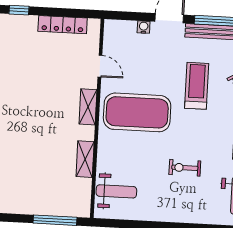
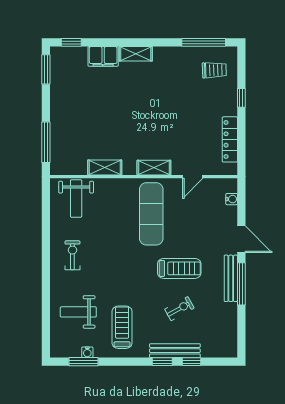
water cooler: (144, 27) -> (232, 199), moved
exercise mat: (137, 112) -> (151, 214), width x0.68
exercise bike: (185, 168) -> (72, 255), moved

